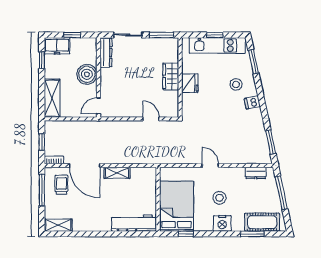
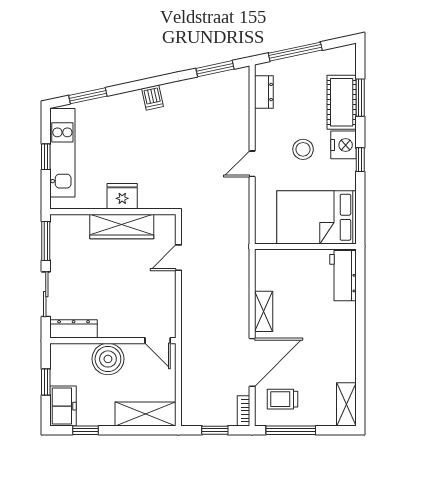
wardrobe: (171, 76) -> (122, 226), width x1.50
stool: (236, 84) -> (124, 123), removed
cot: (262, 222) -> (342, 102), moved
workbench: (134, 223) -> (343, 276), width x0.73
window: (186, 234) -> (360, 160), moved

